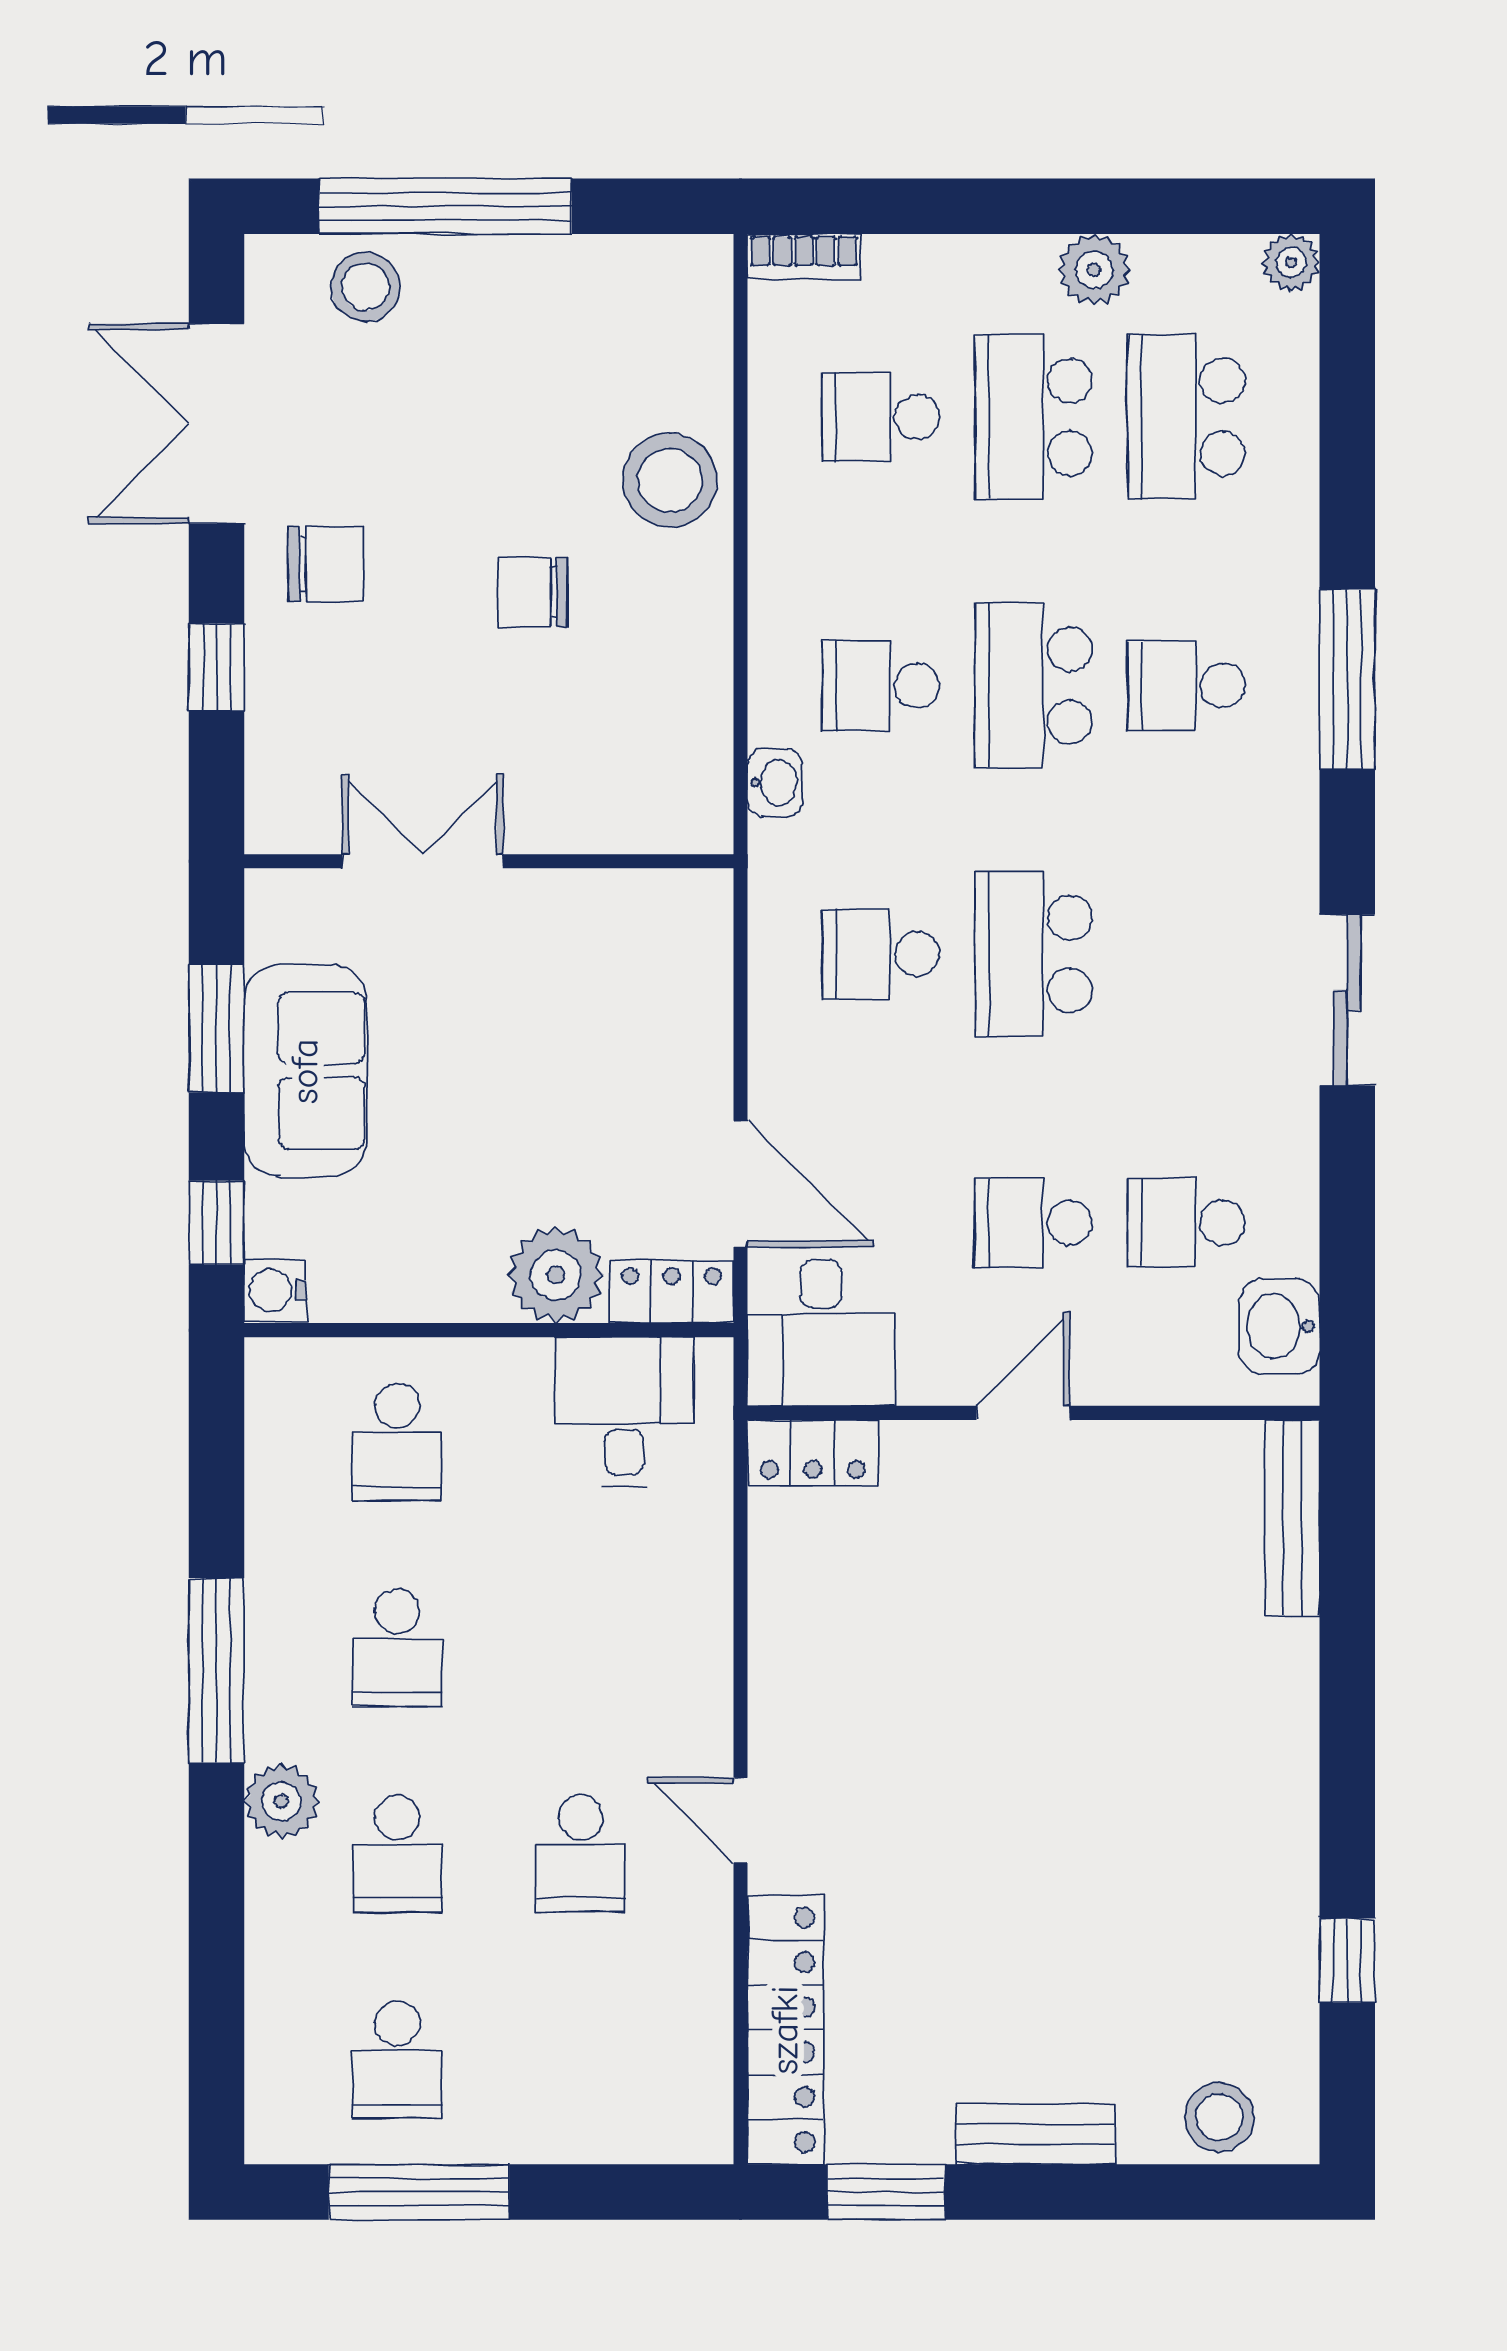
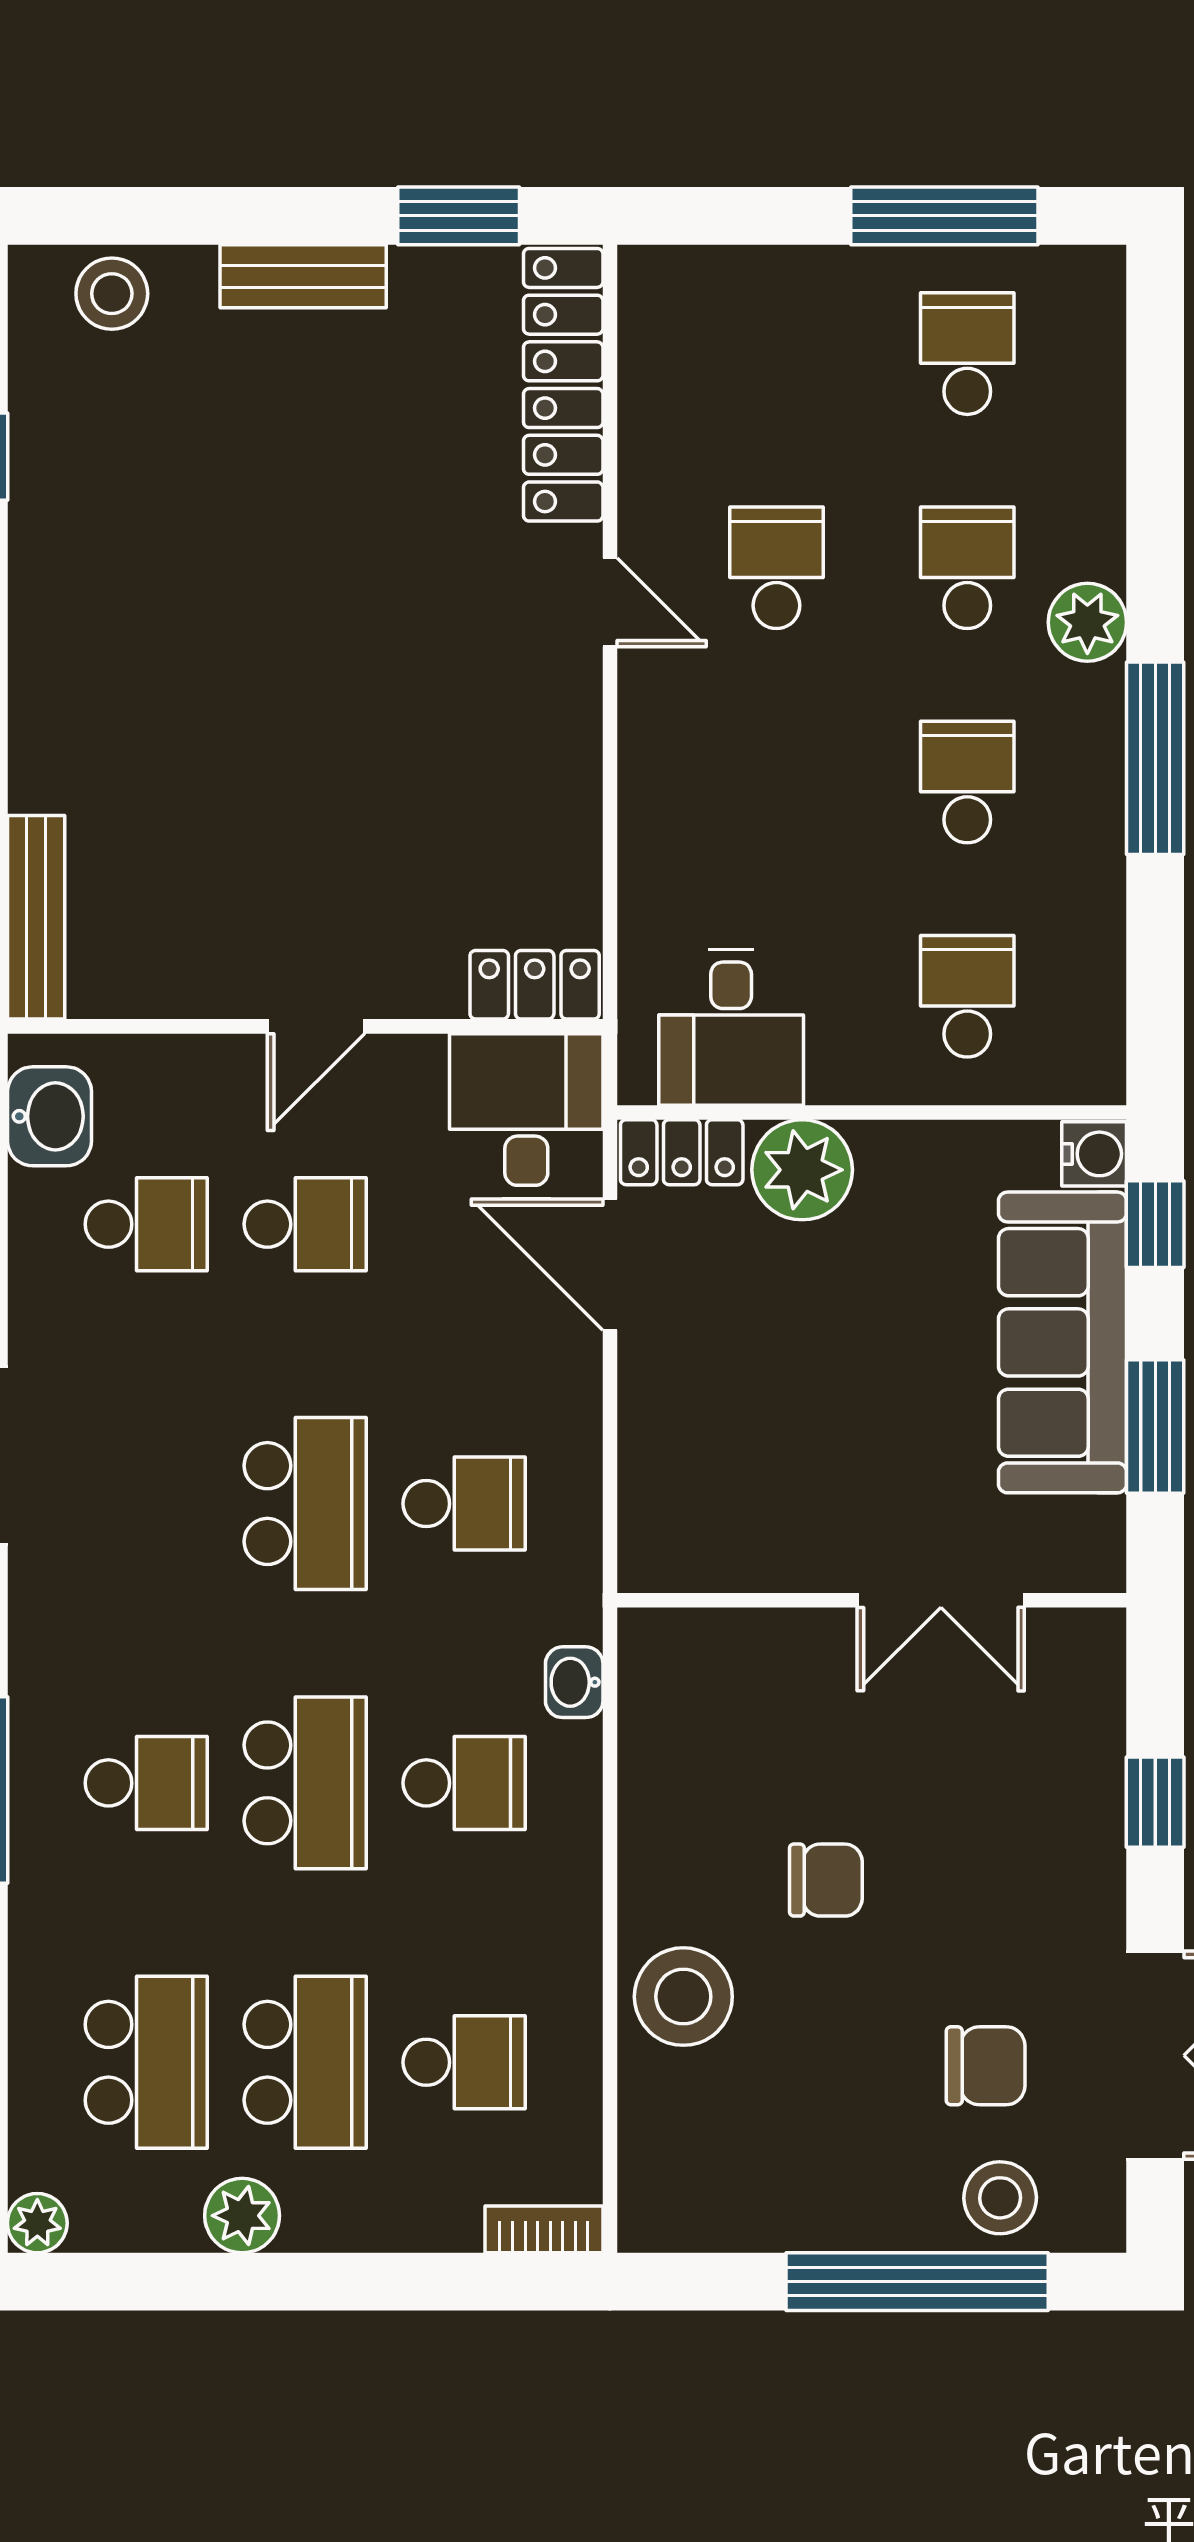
chair: (325, 564) -> (986, 2066), moved, turned 180
sofa: (305, 1071) -> (1063, 1342), width x1.36

